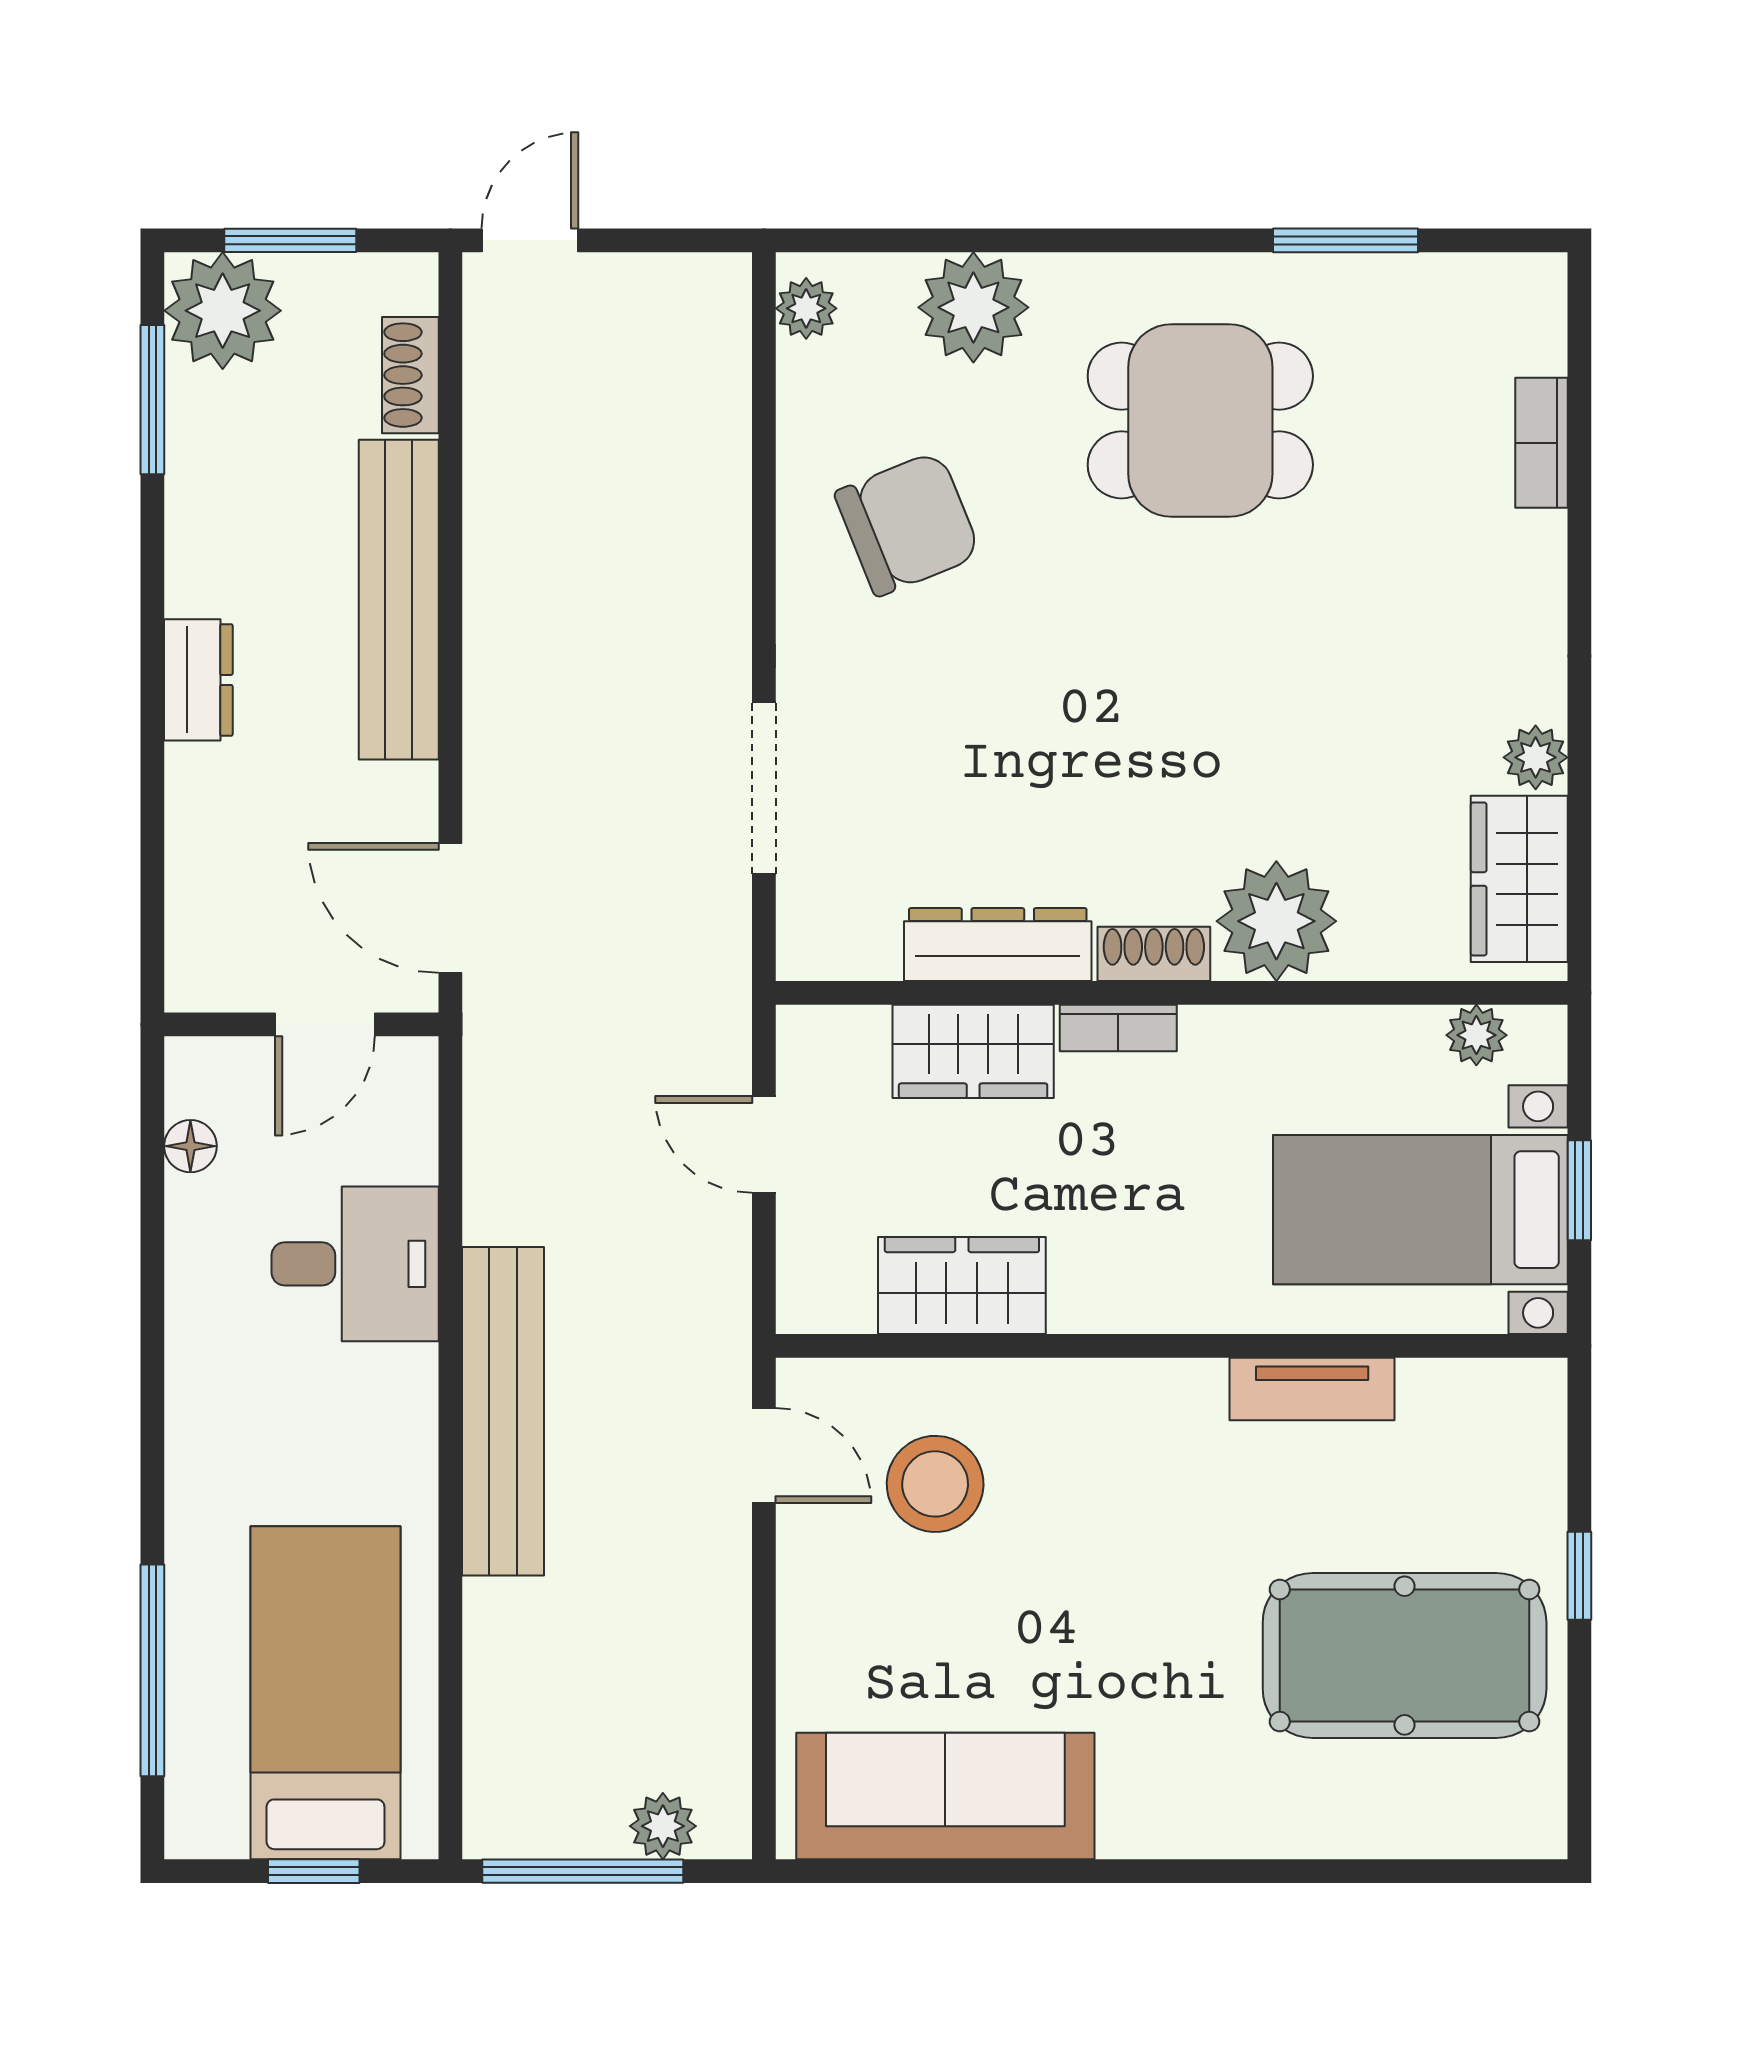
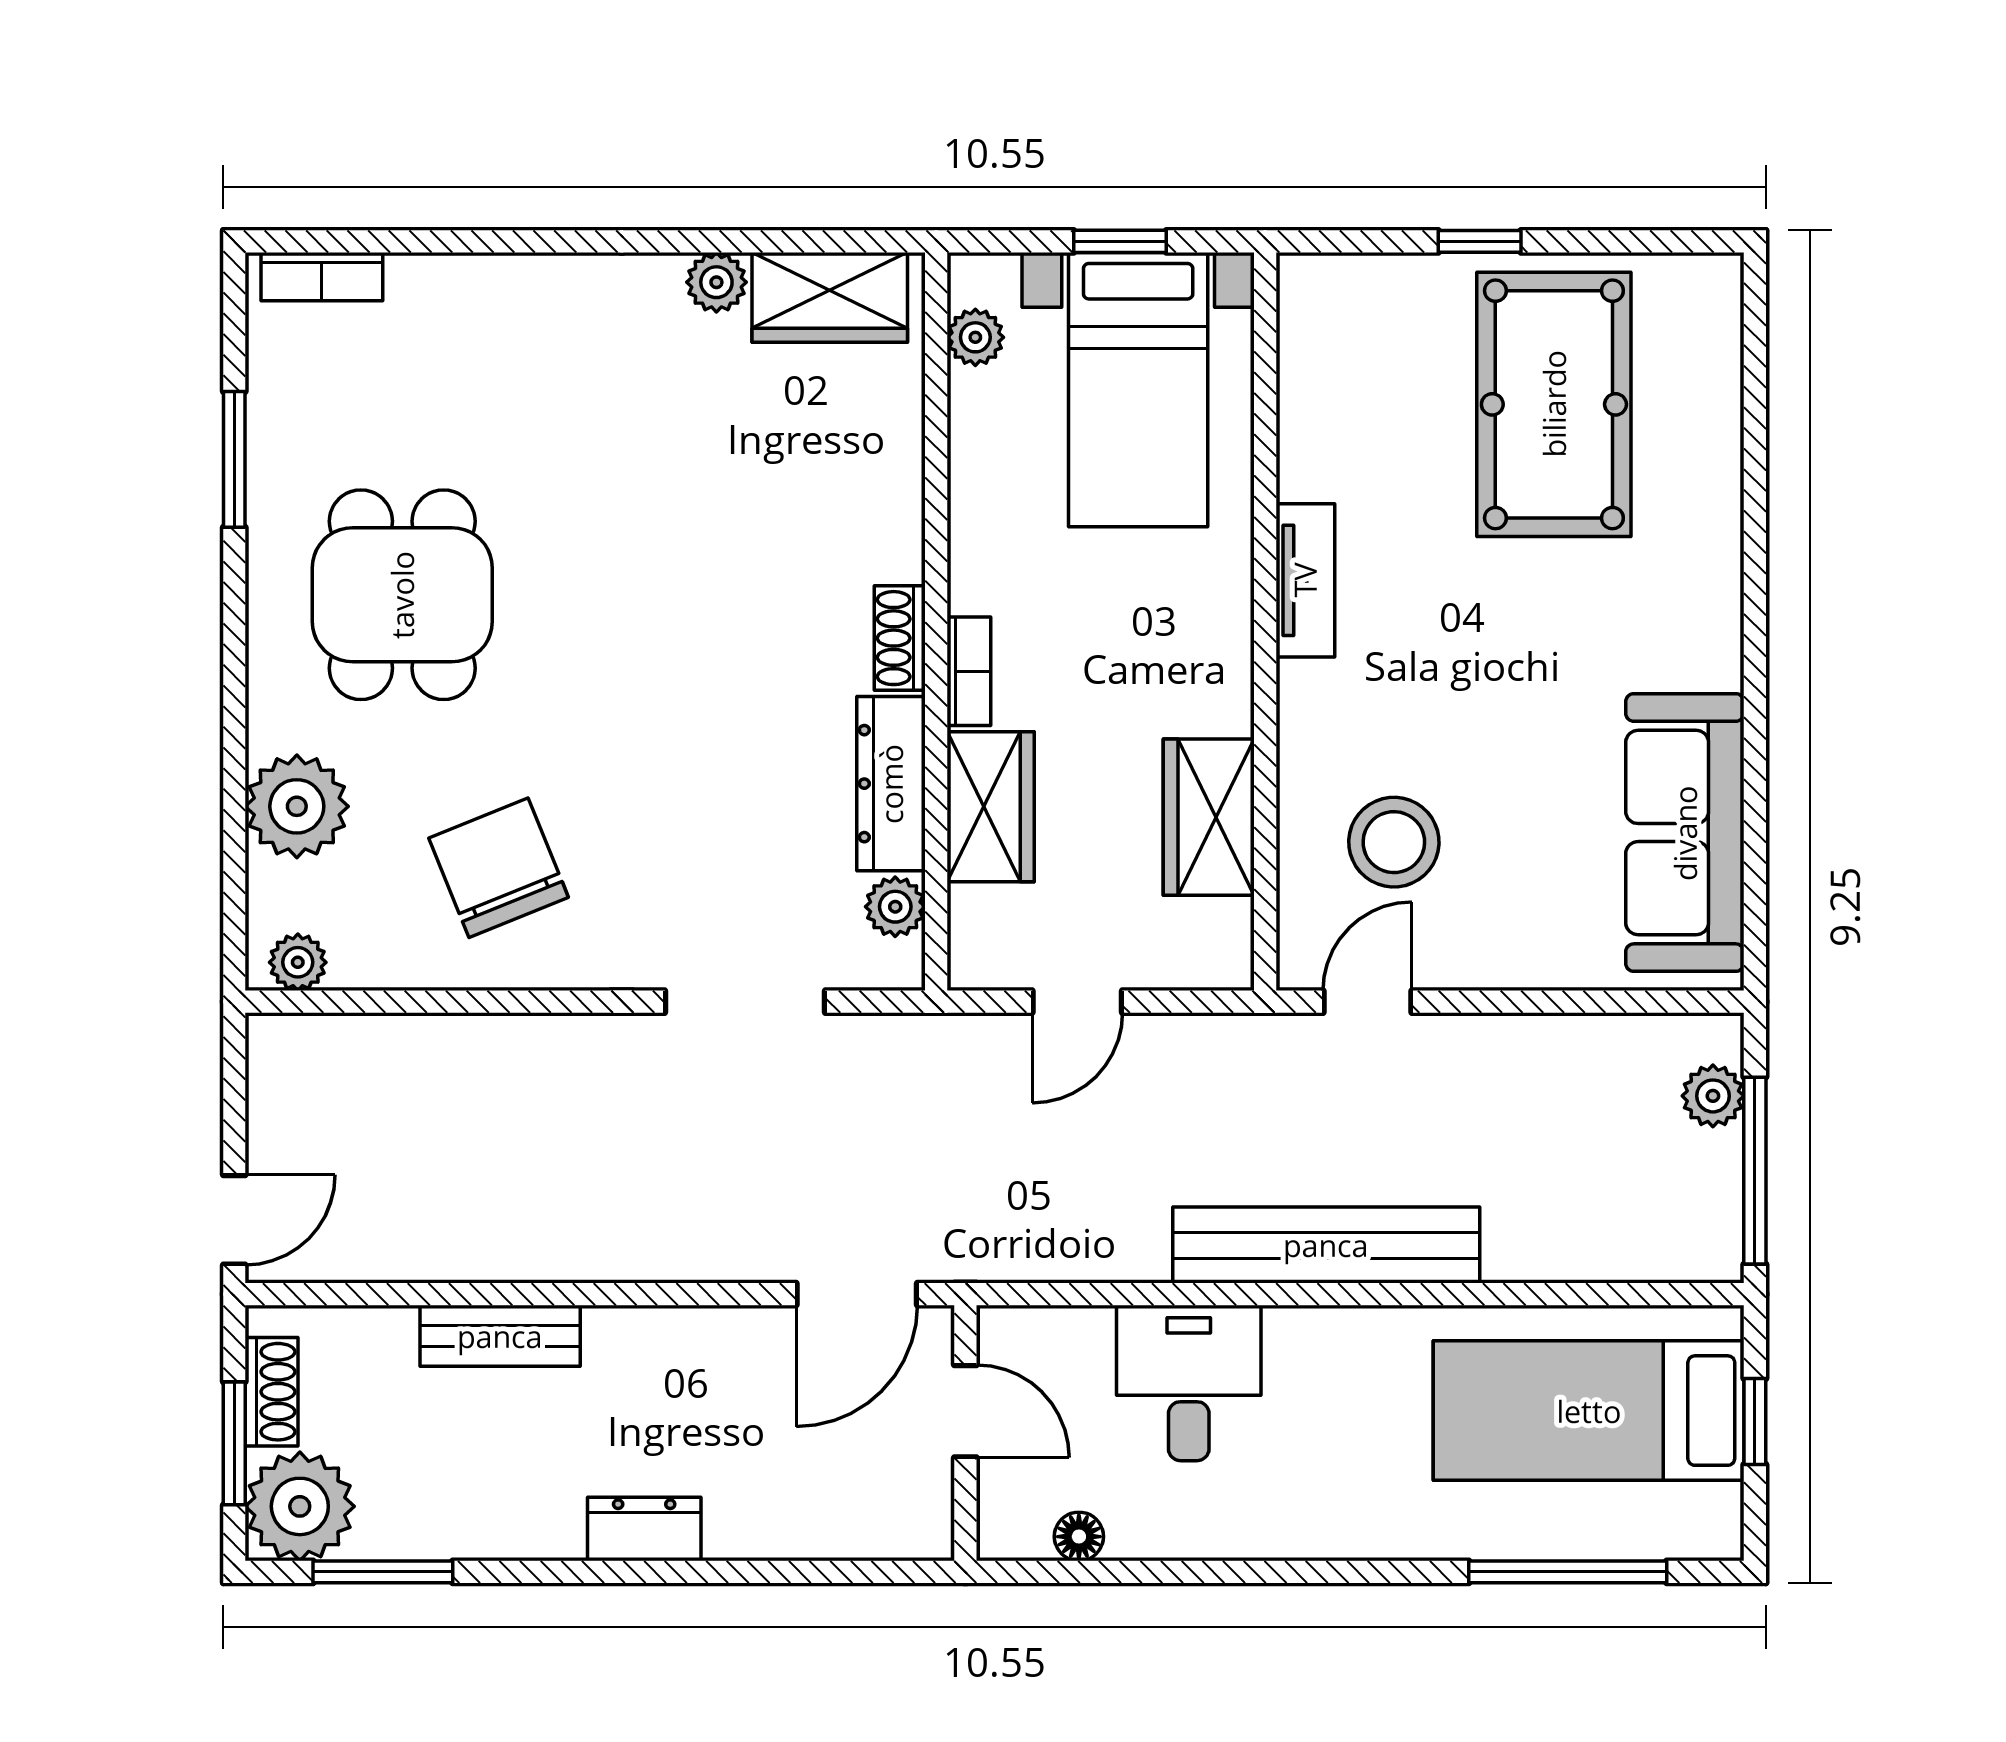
door: (530, 240) -> (234, 1220), swing flipped
shoe rack: (410, 375) -> (272, 1392), moved, turned -90
bookcase: (1541, 443) -> (322, 277), moved
bench: (399, 600) -> (500, 1336), width x0.54, depth x0.82
plant: (1276, 921) -> (895, 907), moved, width x0.53, depth x0.53
tv unit: (1312, 1389) -> (1305, 580), moved

